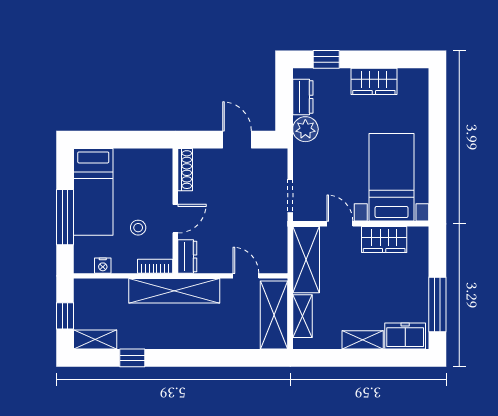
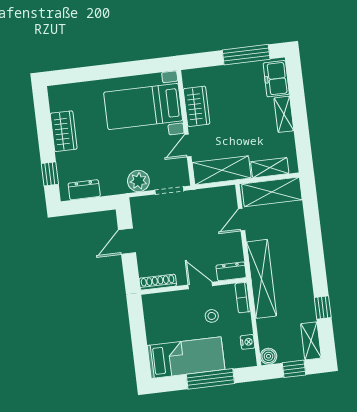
plant: (305, 129) -> (138, 181), moved
boiler: (83, 288) -> (268, 356), added

